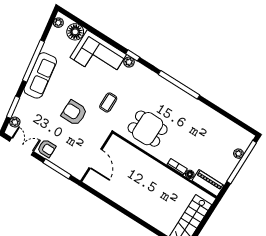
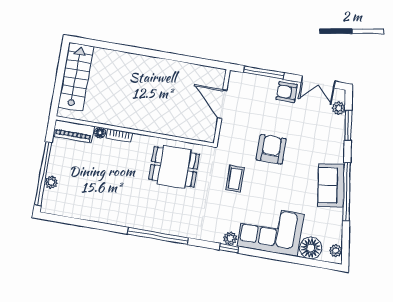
sofa: (40, 75) -> (331, 185), width x0.73
armchair: (74, 113) -> (271, 149), turned -90

